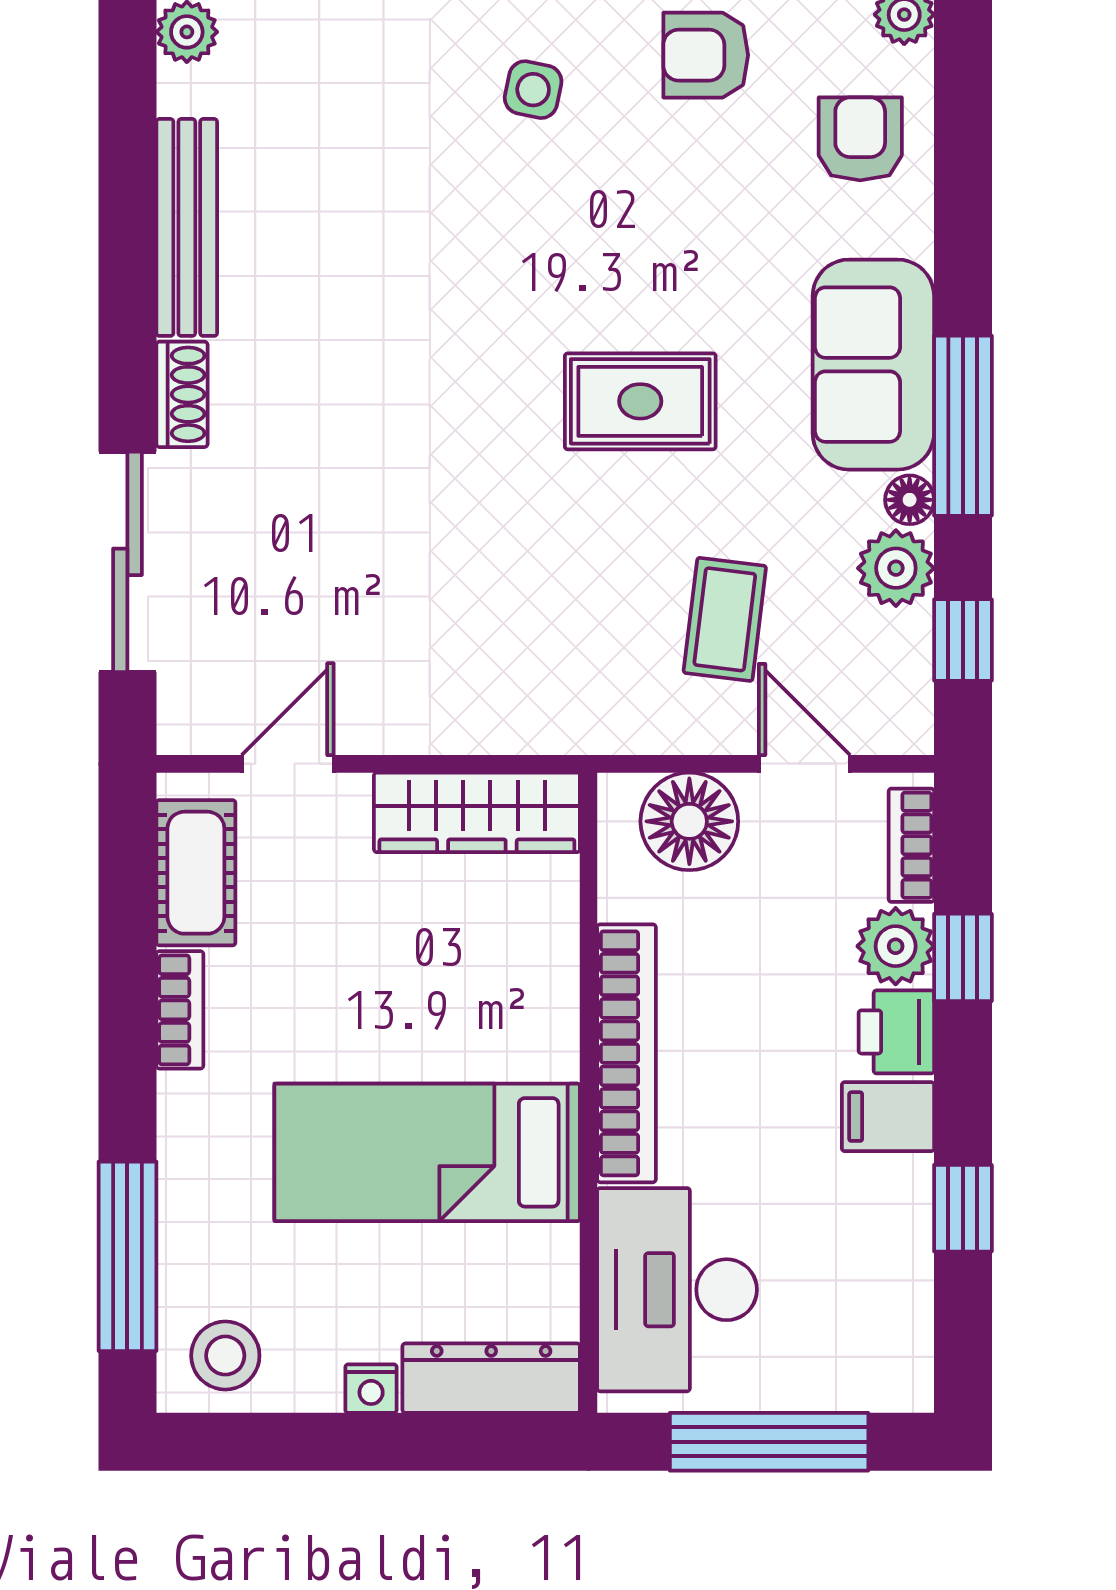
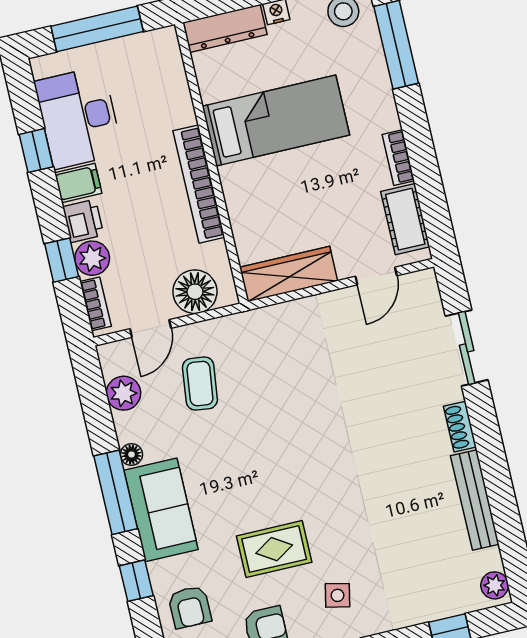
rug: (640, 401) -> (274, 549), moved
sliding door: (127, 562) -> (467, 348), width x0.73
plant: (896, 568) -> (123, 393), moved
window: (963, 640) -> (136, 581), moved
door: (804, 764) -> (151, 329), hinge flipped
desk: (677, 1290) -> (79, 118), moved, turned 180

